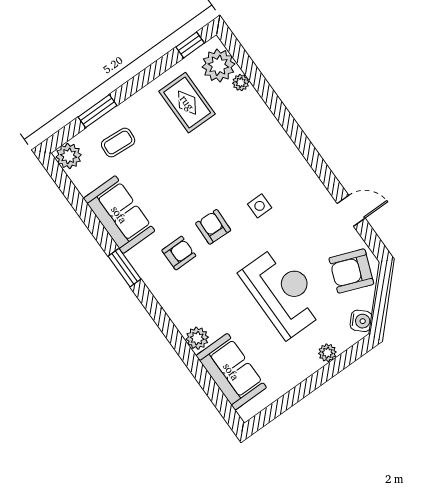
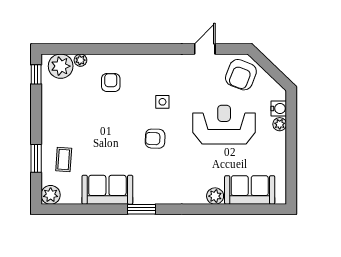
rug: (187, 103) -> (69, 101), removed
armchair: (179, 253) -> (111, 82), moved
water cooler: (361, 321) -> (279, 109), moved, turned 46

